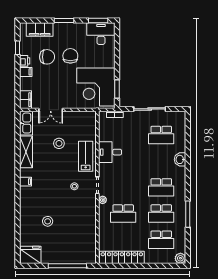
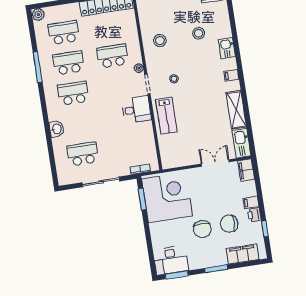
stool: (59, 143) -> (160, 41), moved
desk: (110, 152) -> (136, 109), moved
kitchen sink: (26, 205) -> (227, 48), added

